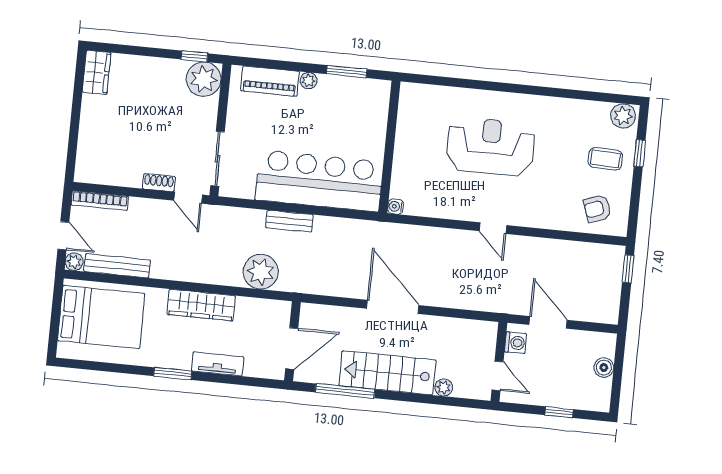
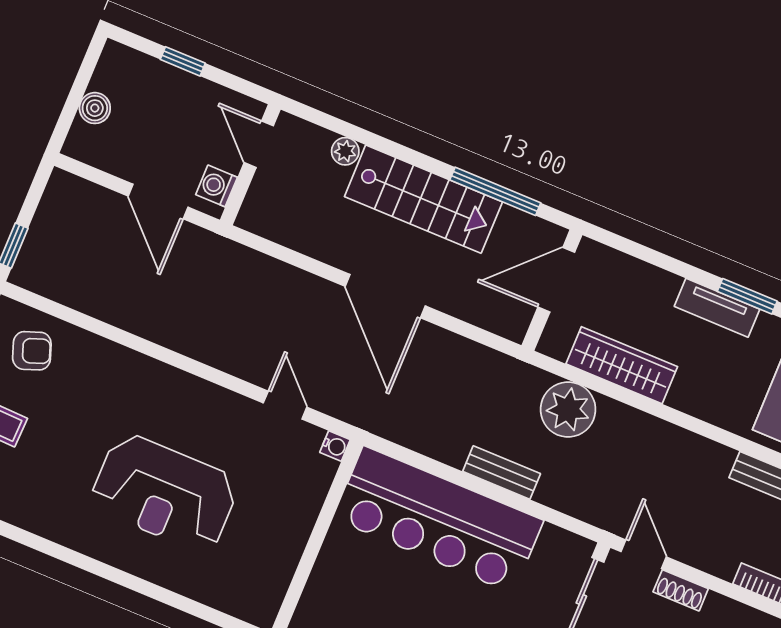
door: (493, 228) -> (285, 405), moved
wardrobe: (201, 305) -> (622, 365), moved
tv unit: (218, 364) -> (717, 308), moved

